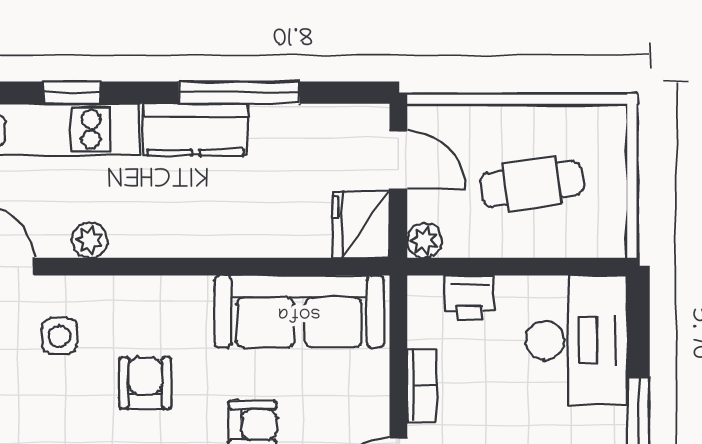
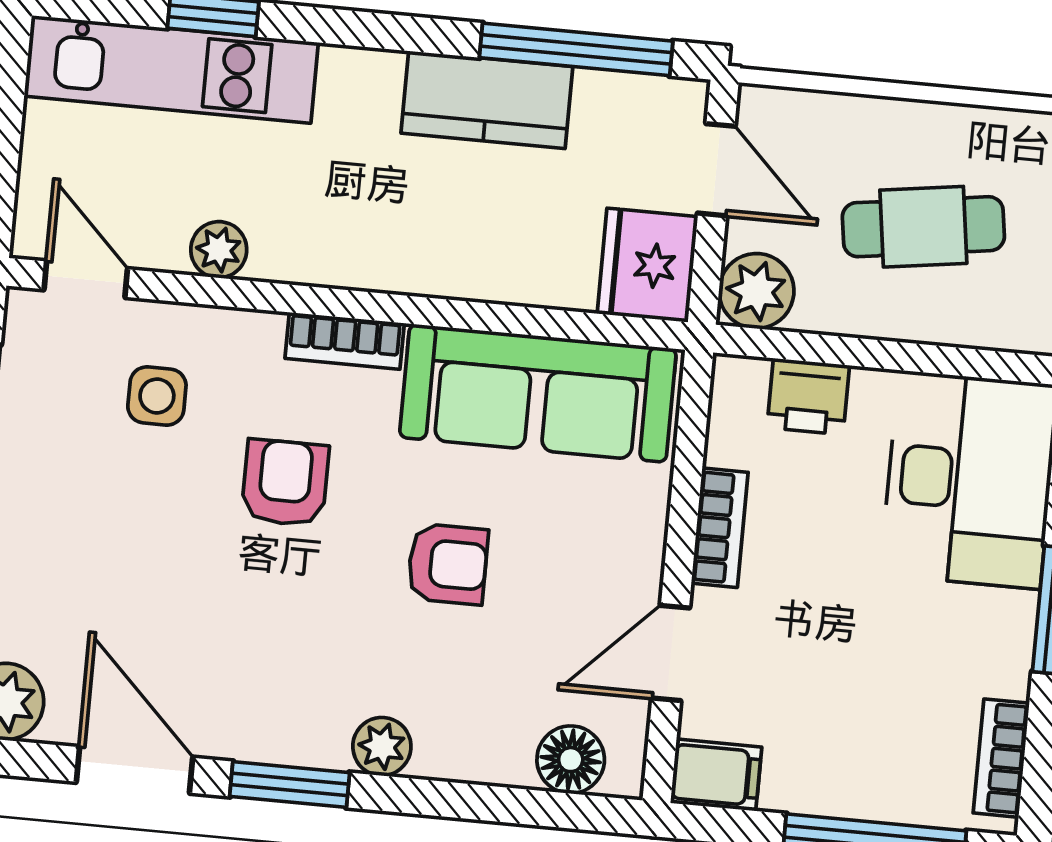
window: (239, 93) -> (576, 49), moved
kitchen counter: (196, 130) -> (487, 100), moved
plant: (424, 241) -> (756, 291), width x1.38, depth x1.38
bookcase: (174, 290) -> (345, 341), added

